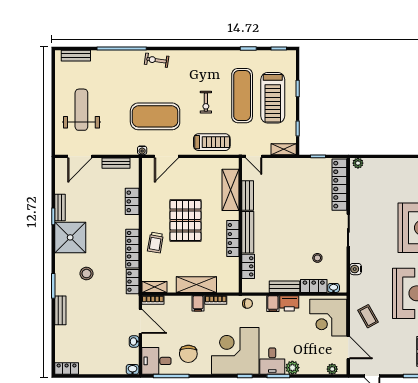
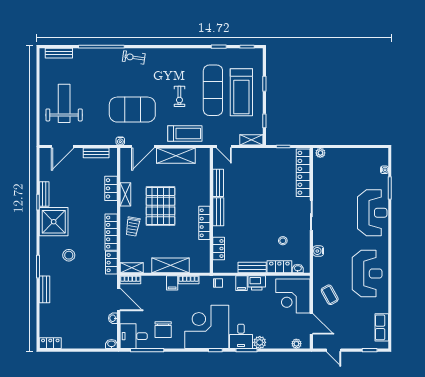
shelving: (231, 190) -> (176, 156), moved, turned 90
shelving: (148, 208) -> (125, 194), added
bench: (248, 232) -> (218, 212), width x0.73

